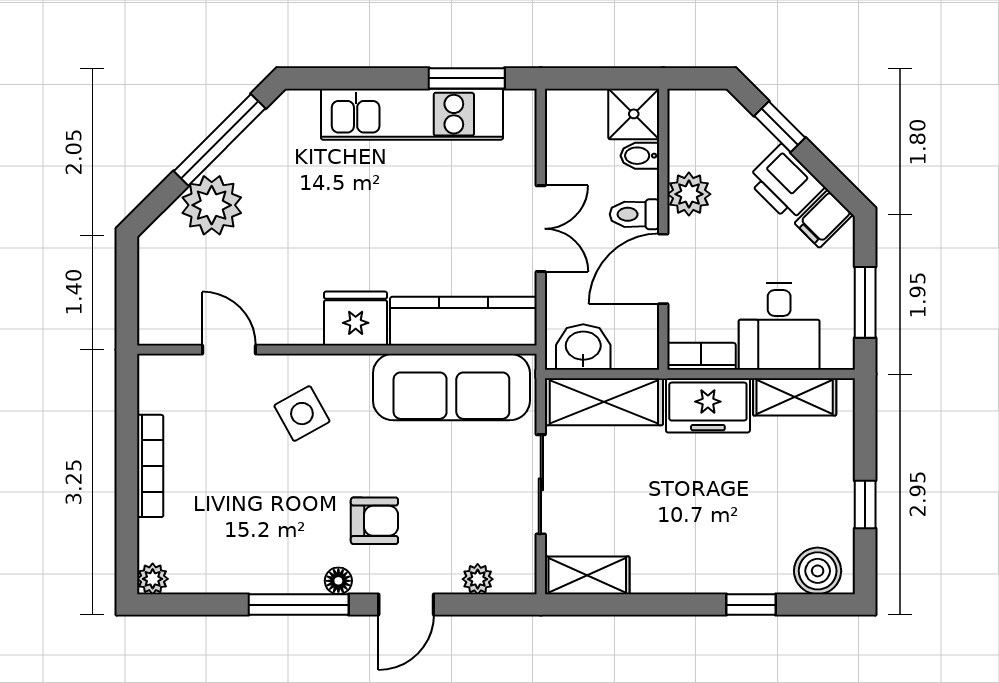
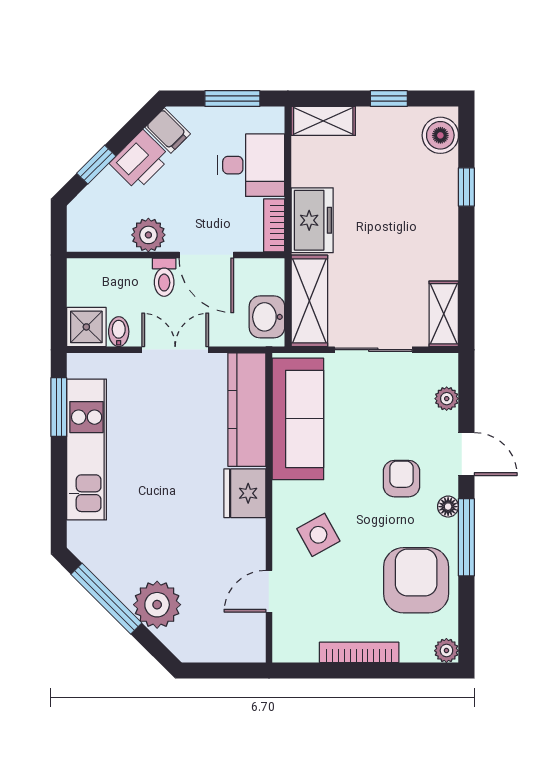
shower: (634, 114) -> (86, 327), moved
bidet: (640, 156) -> (119, 332), moved, turned 180
shelving: (795, 397) -> (323, 121), moved, turned 90
armchair: (243, 540) -> (416, 580), added

